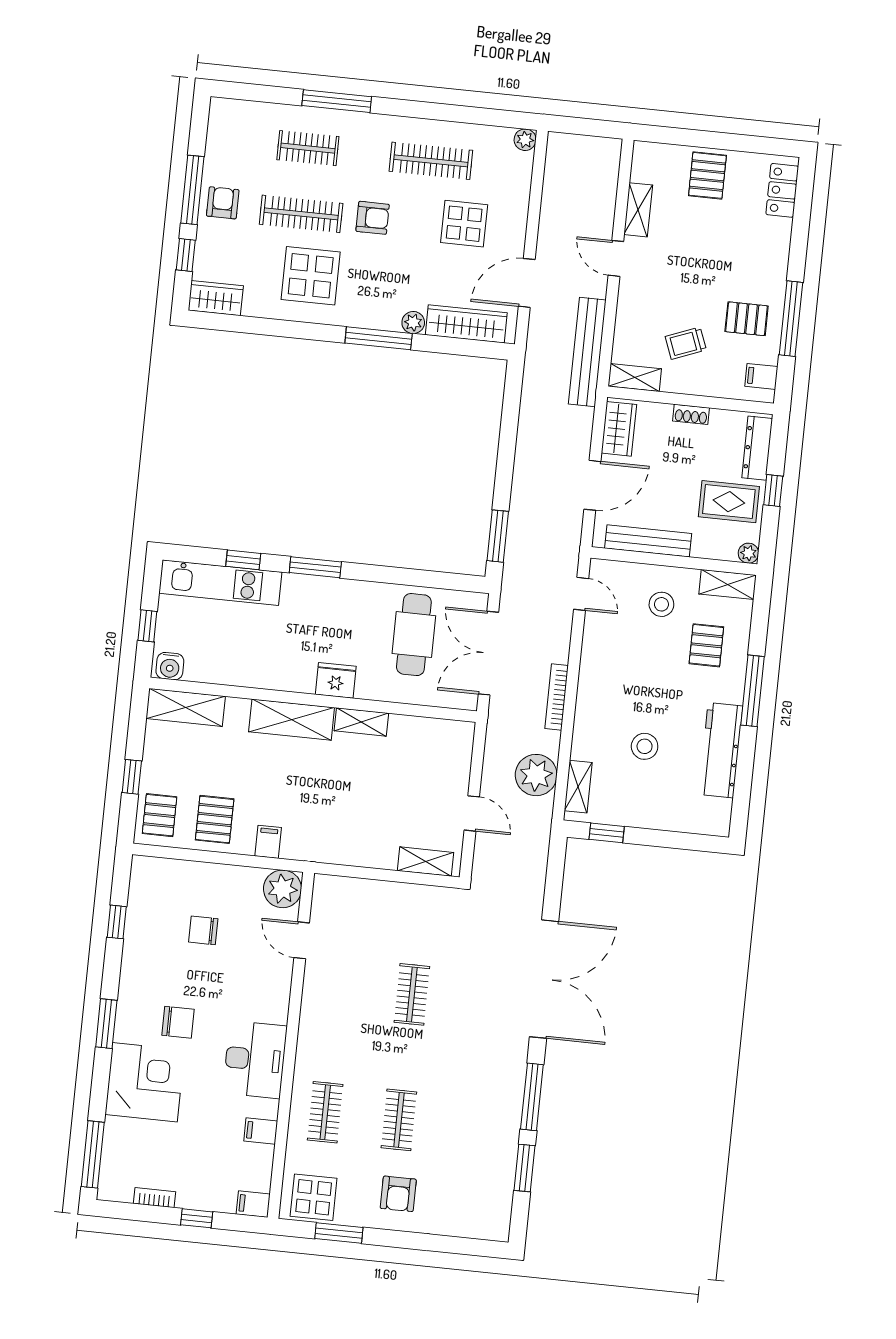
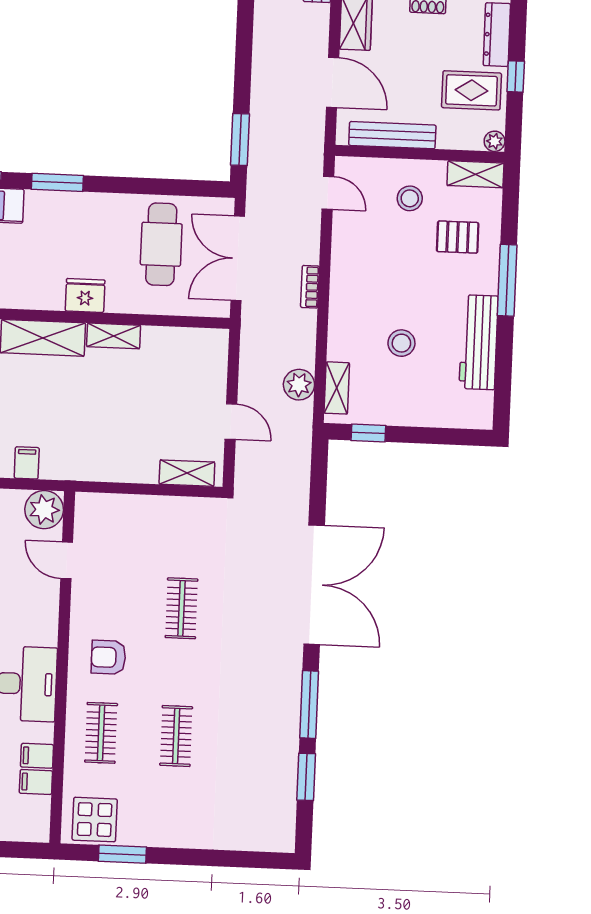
door: (592, 485) -> (333, 82), hinge flipped
pallet: (706, 645) -> (458, 237), turned 90
bookcase: (557, 697) -> (310, 287), width x0.64
plant: (536, 775) -> (299, 385), width x0.73, depth x0.73
armchair: (398, 1194) -> (108, 657), moved, turned 90
filing cabinet: (253, 1204) -> (36, 782), moved

